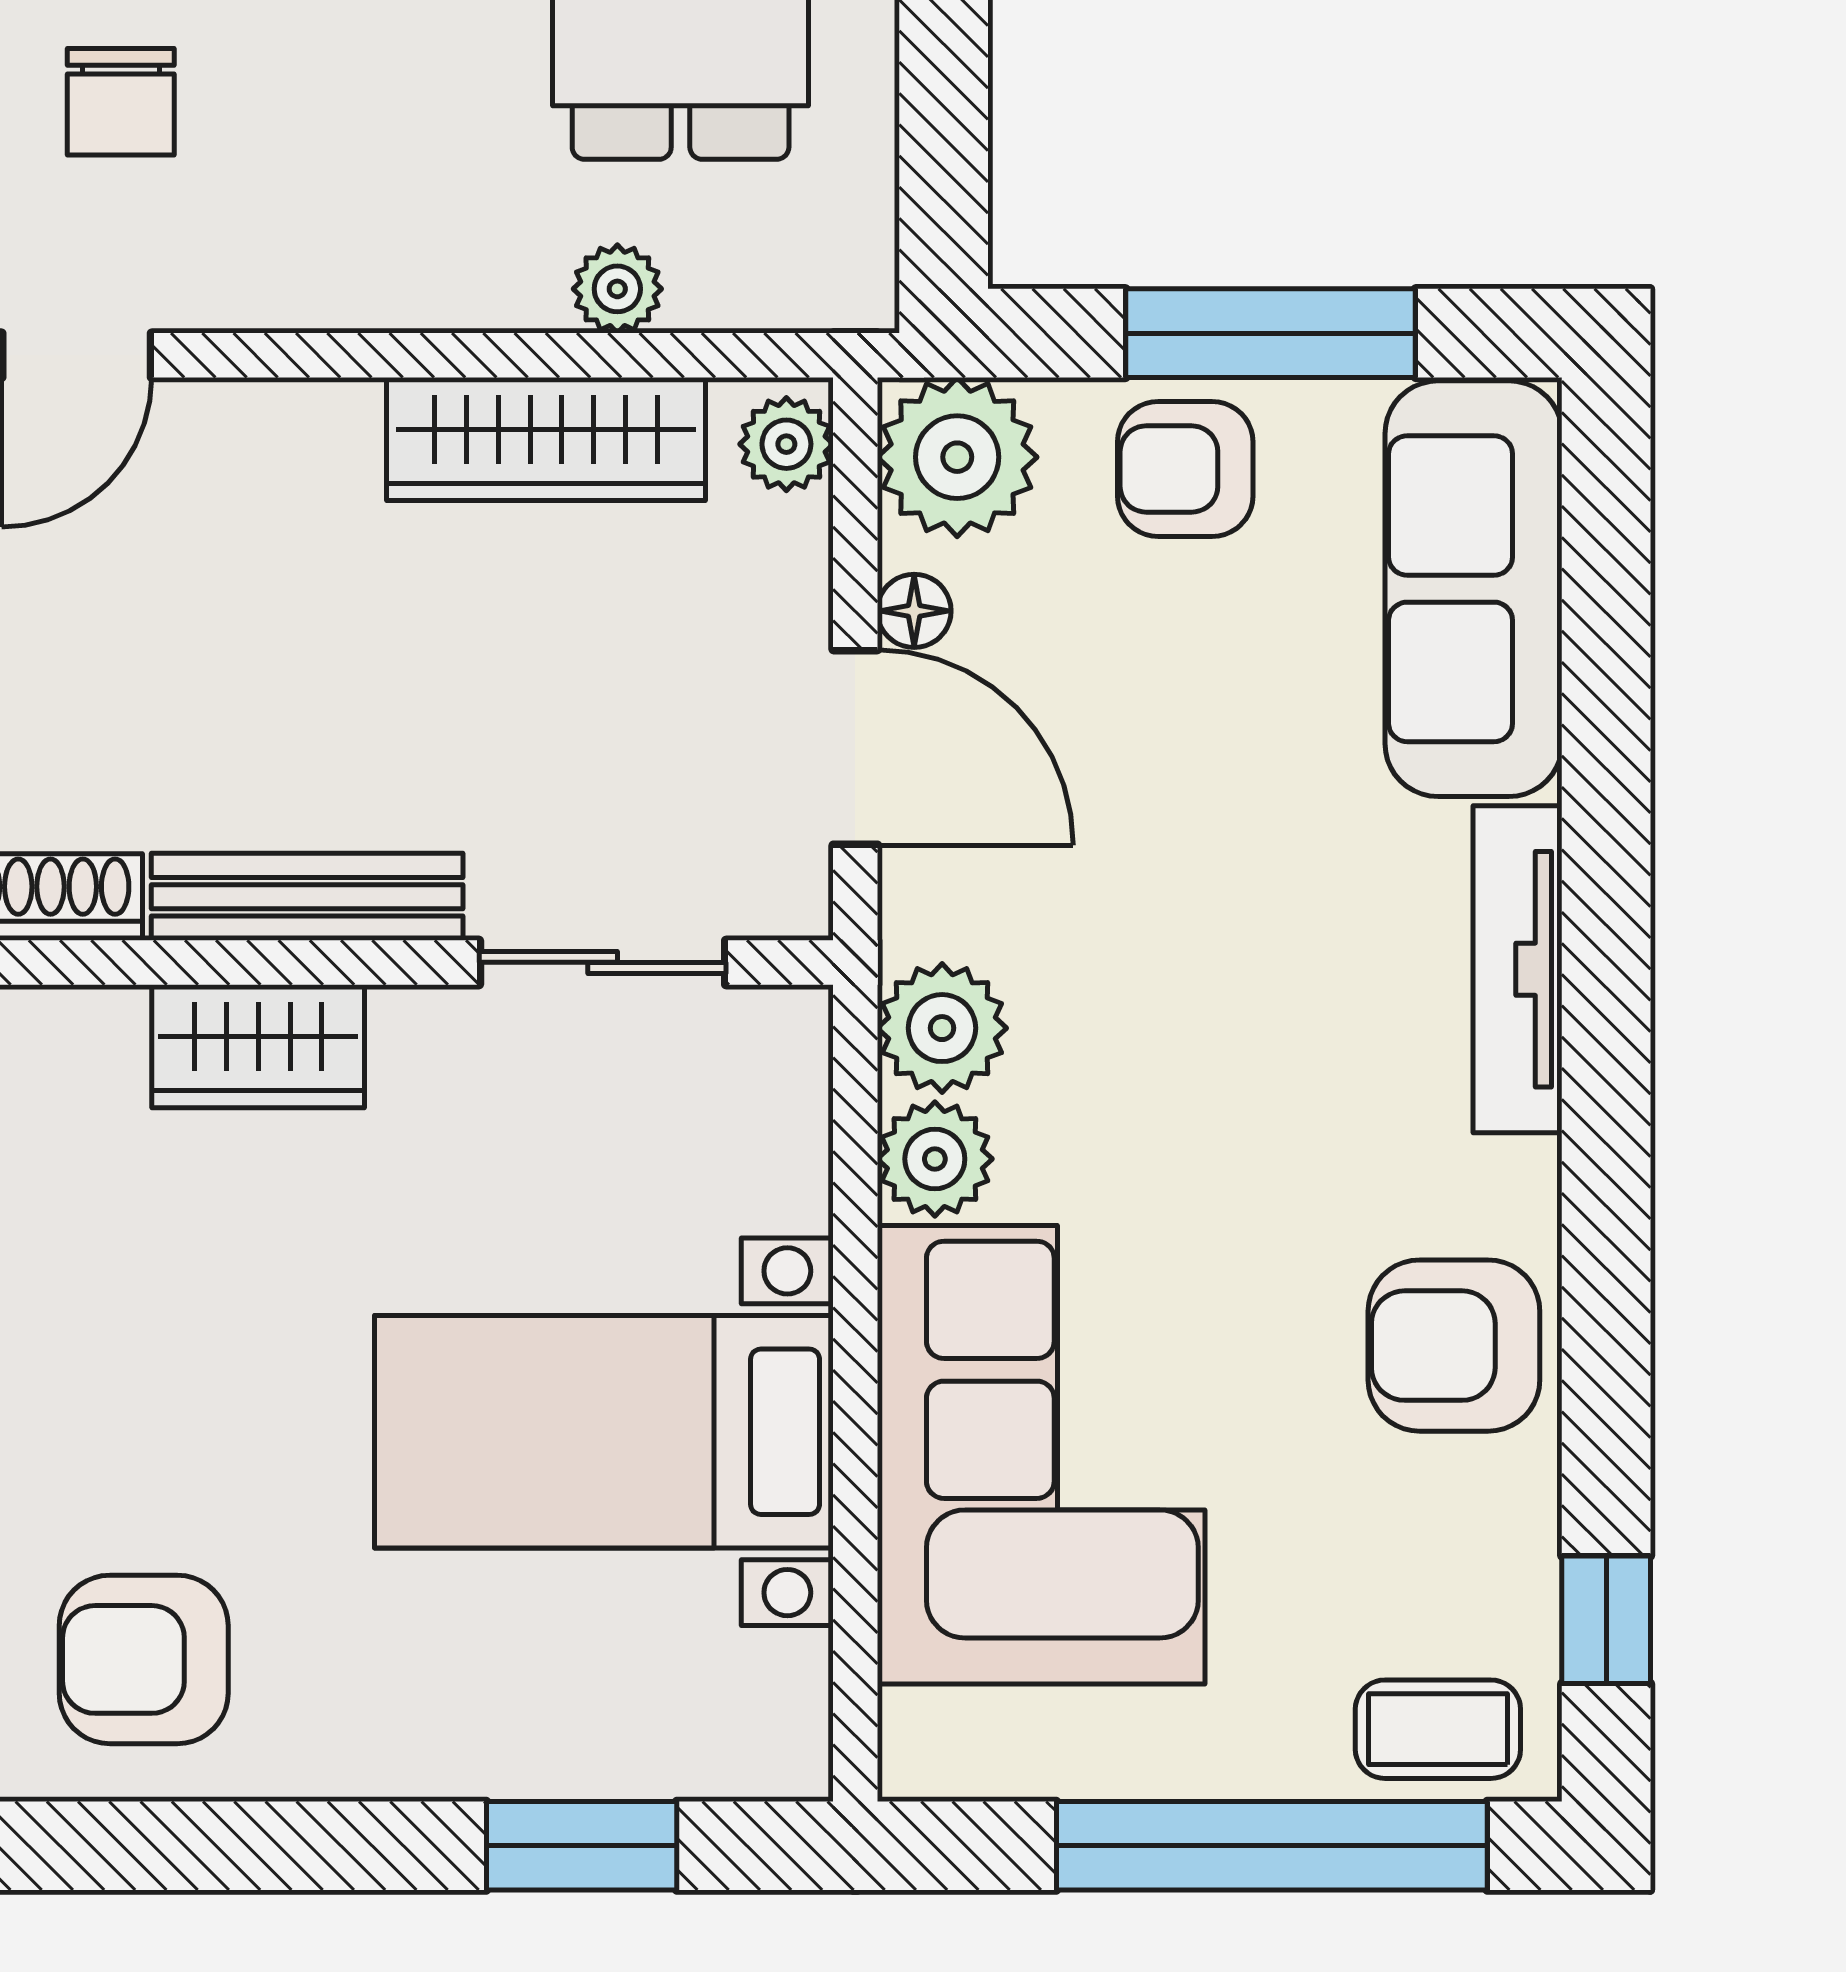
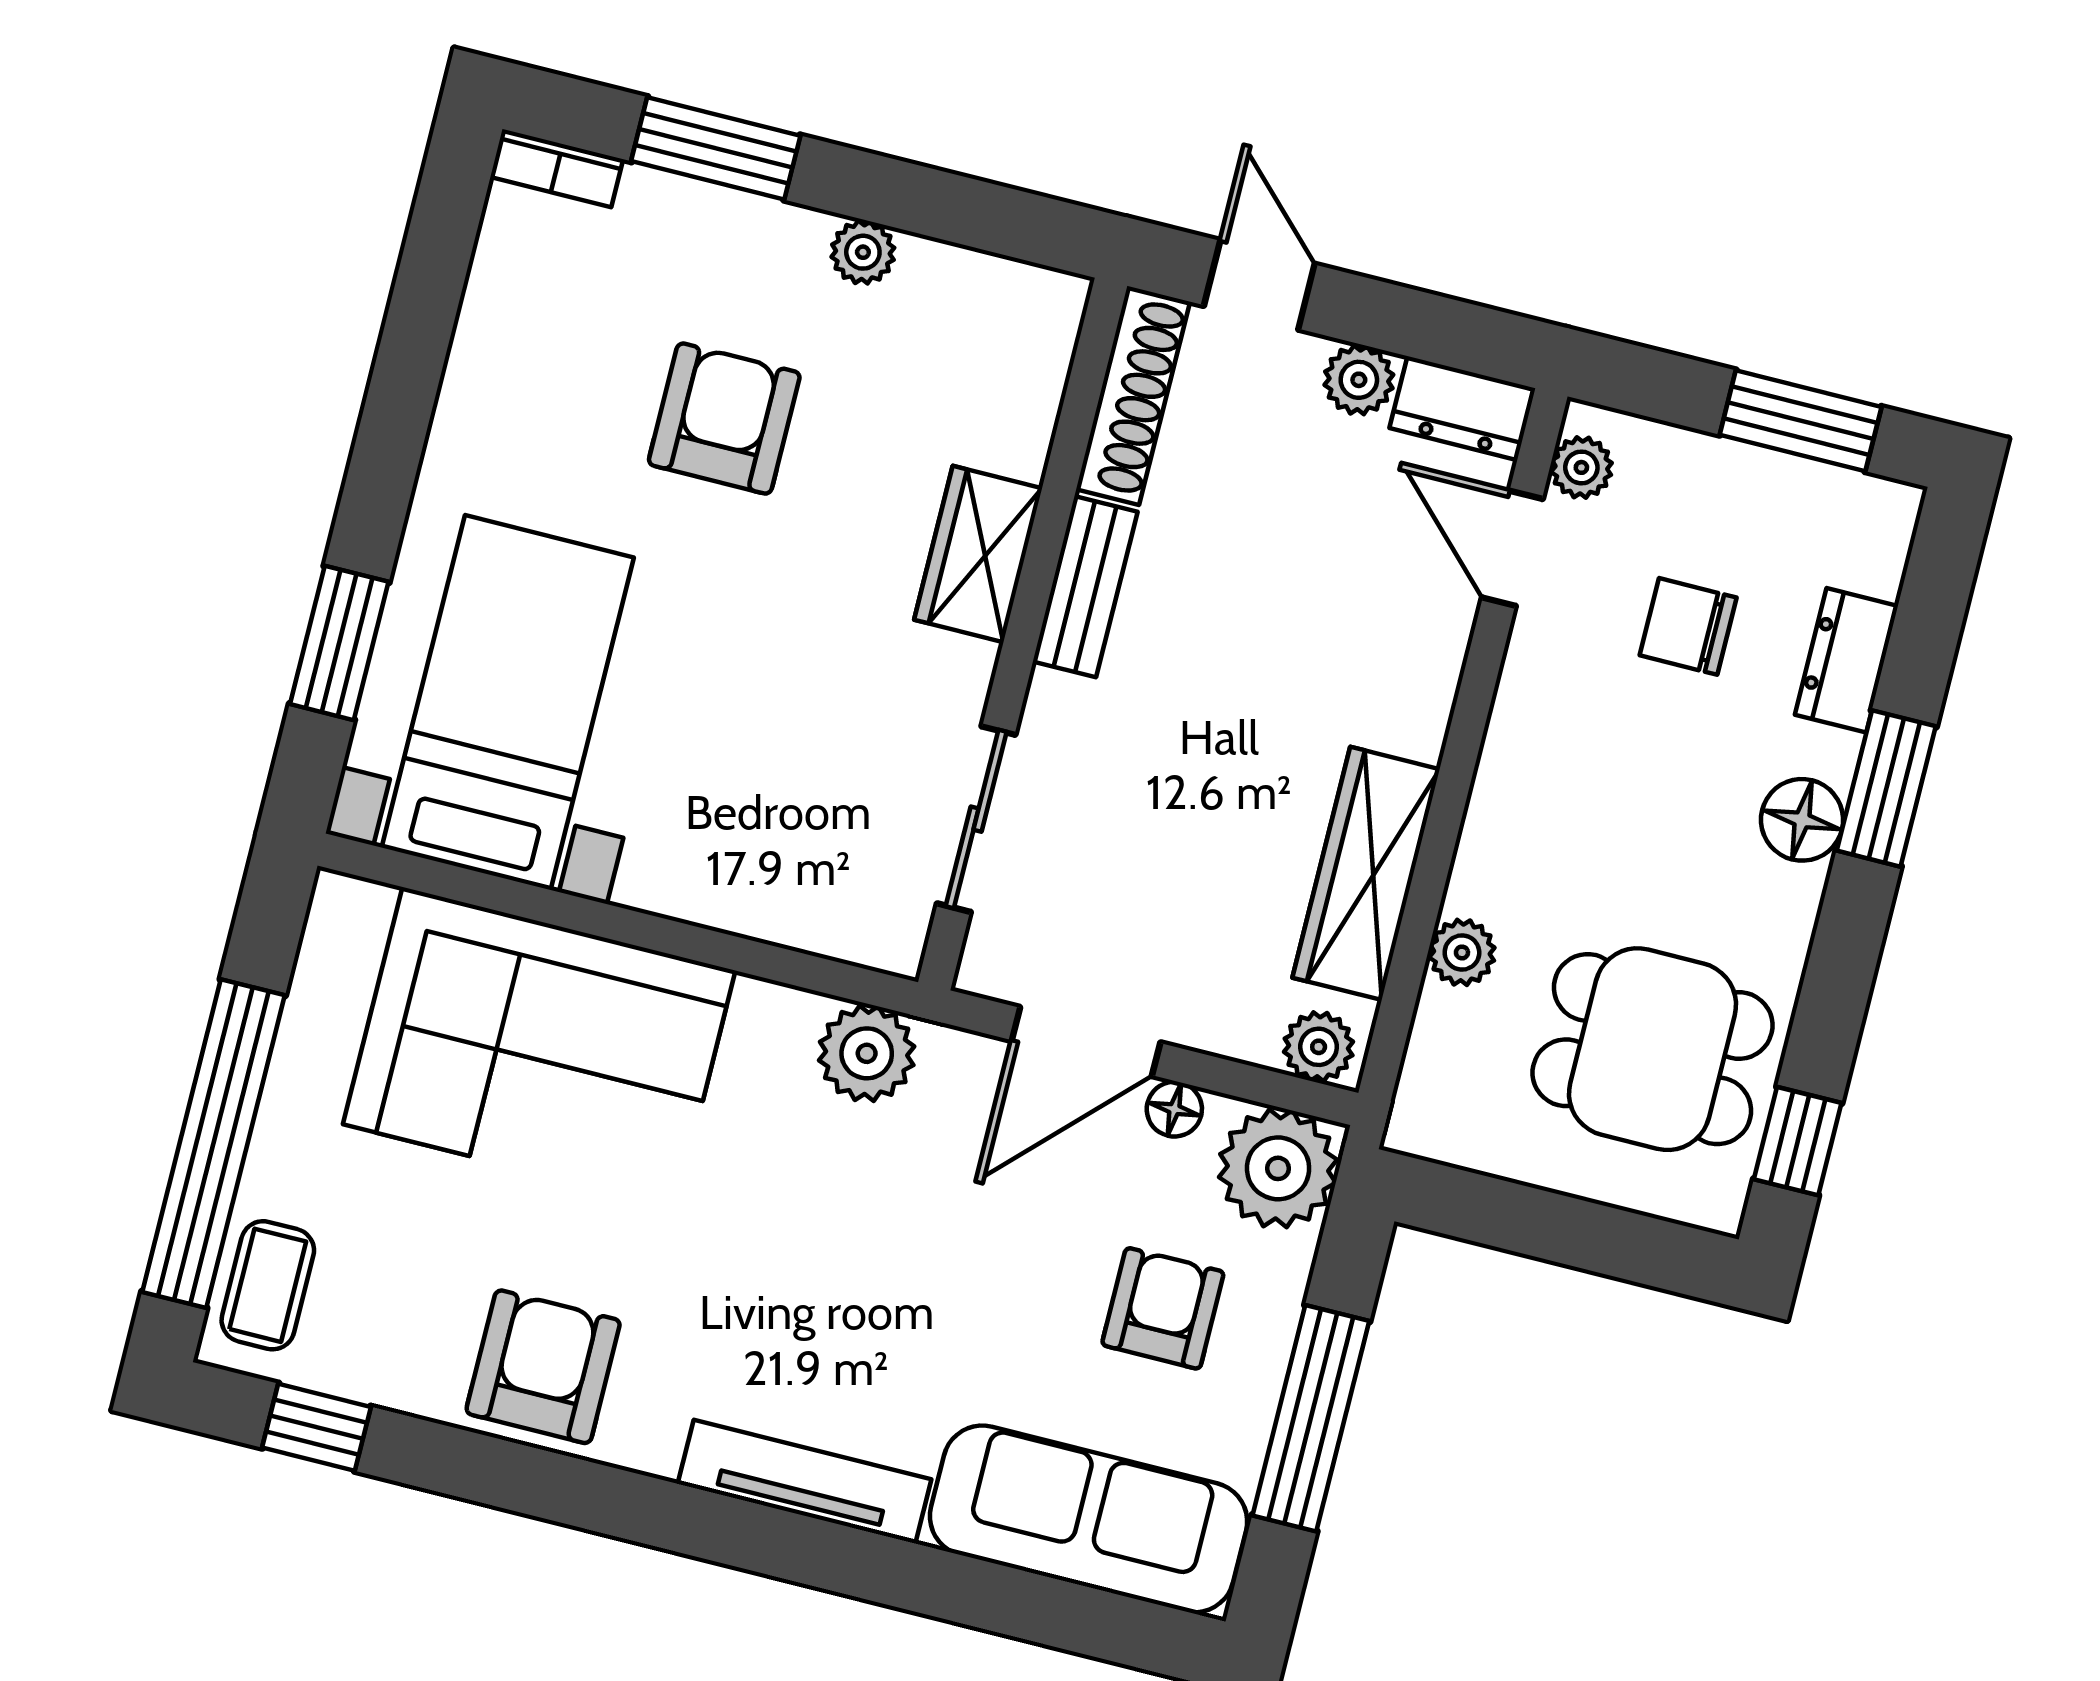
armchair: (1185, 469) -> (1163, 1308), moved
bench: (307, 897) -> (1085, 587), width x0.73
plant: (935, 1159) -> (773, 1024), removed
bed with nightstands: (604, 1432) -> (508, 702), moved
armchair: (144, 1659) -> (724, 419), moved

